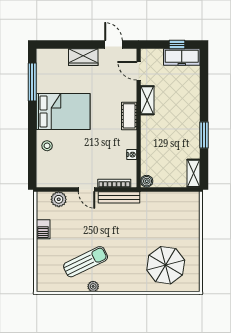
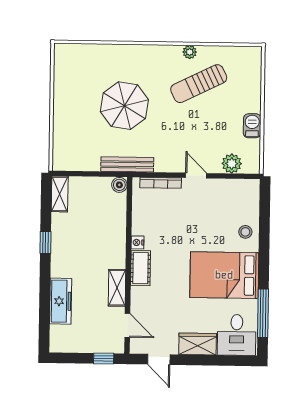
window: (177, 44) -> (104, 359), moved
freezer: (182, 57) -> (61, 301), moved, turned 90
desk: (53, 65) -> (237, 335), added
window: (204, 135) -> (46, 243), width x0.67
nightstand: (132, 155) -> (137, 242), moved
bench: (119, 197) -> (127, 164), moved
parasol: (166, 265) -> (124, 106), moved

